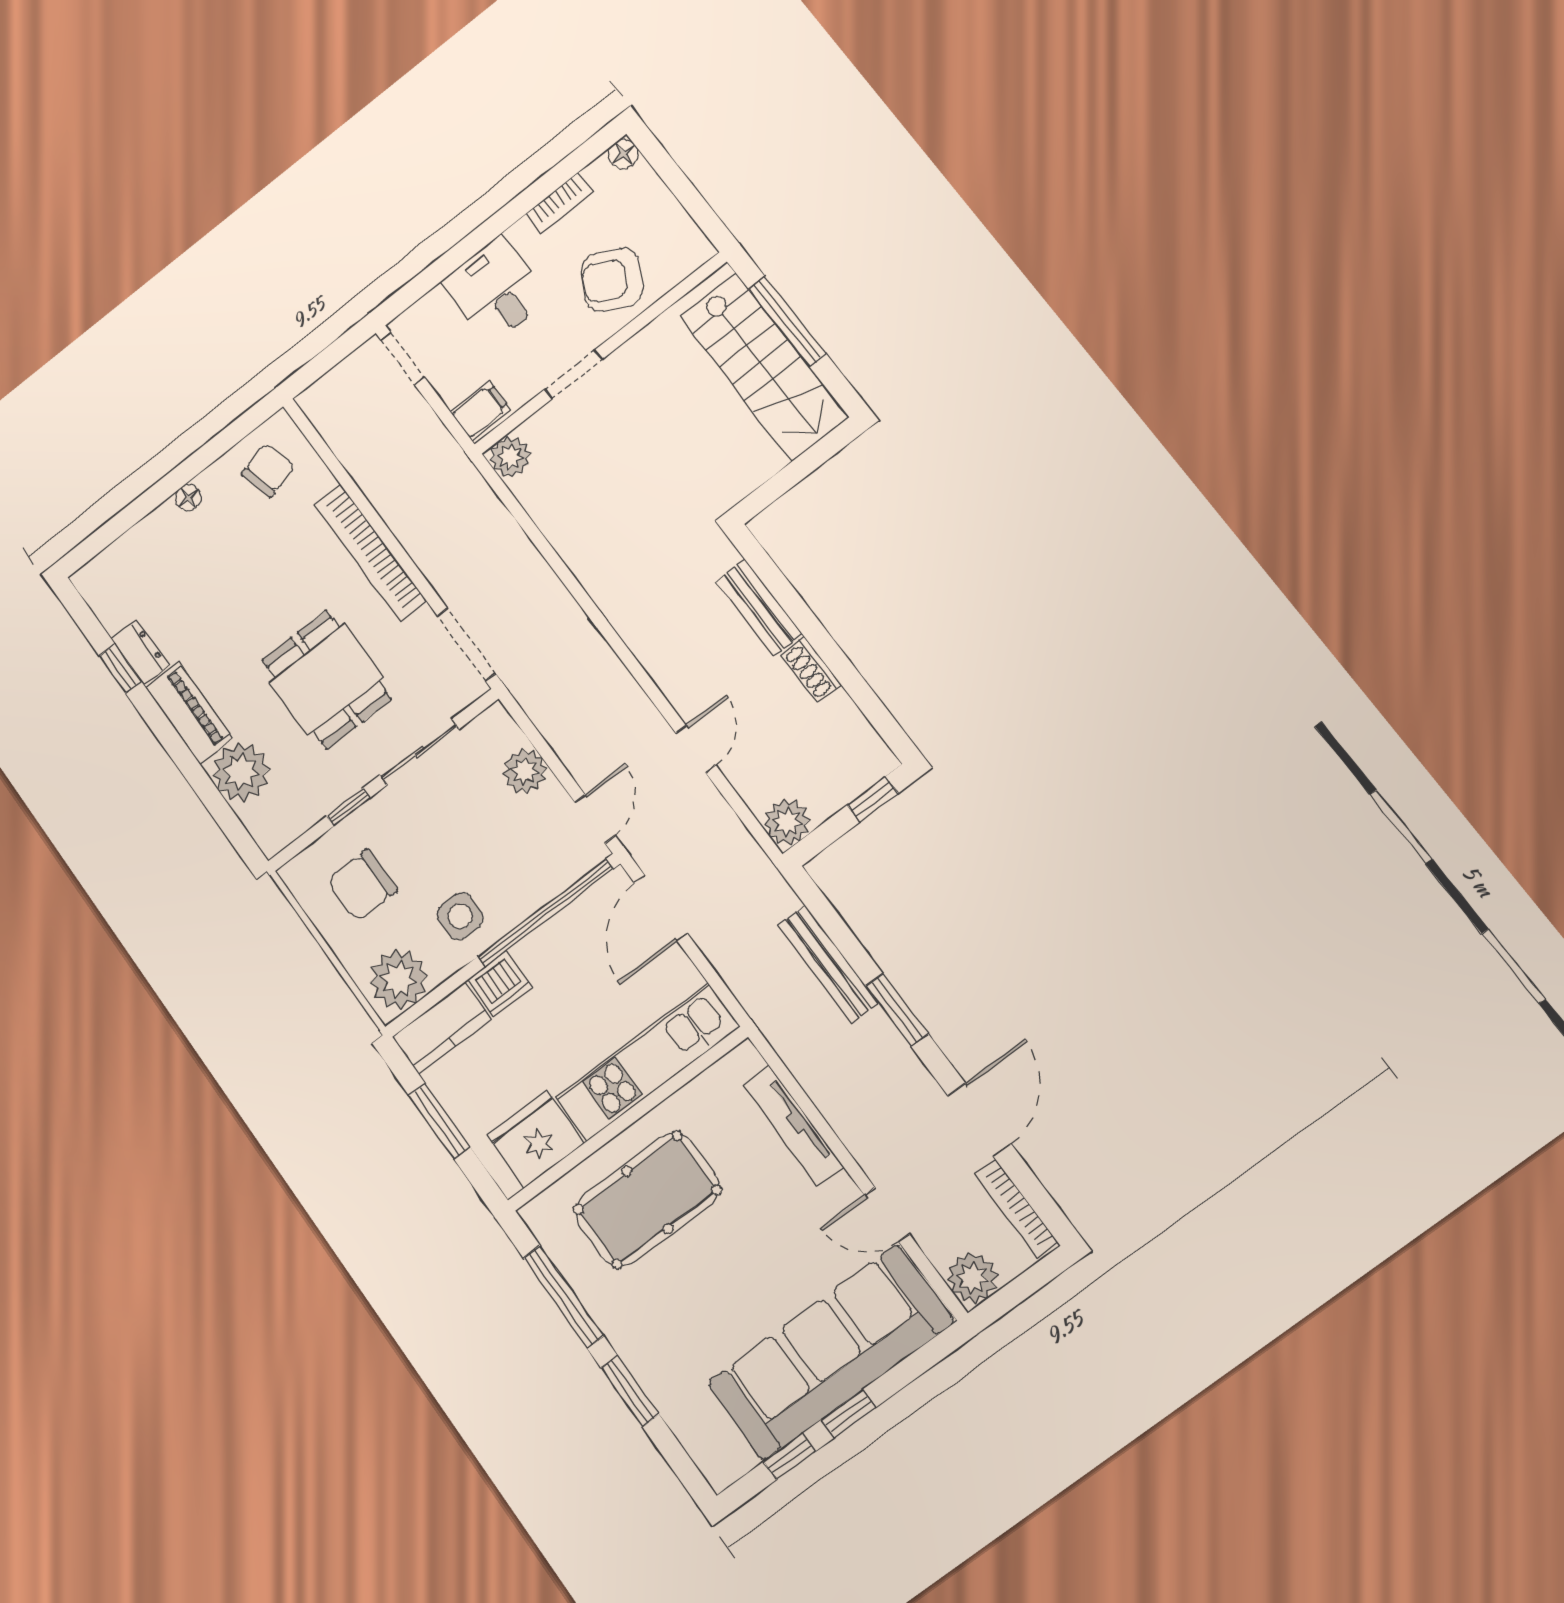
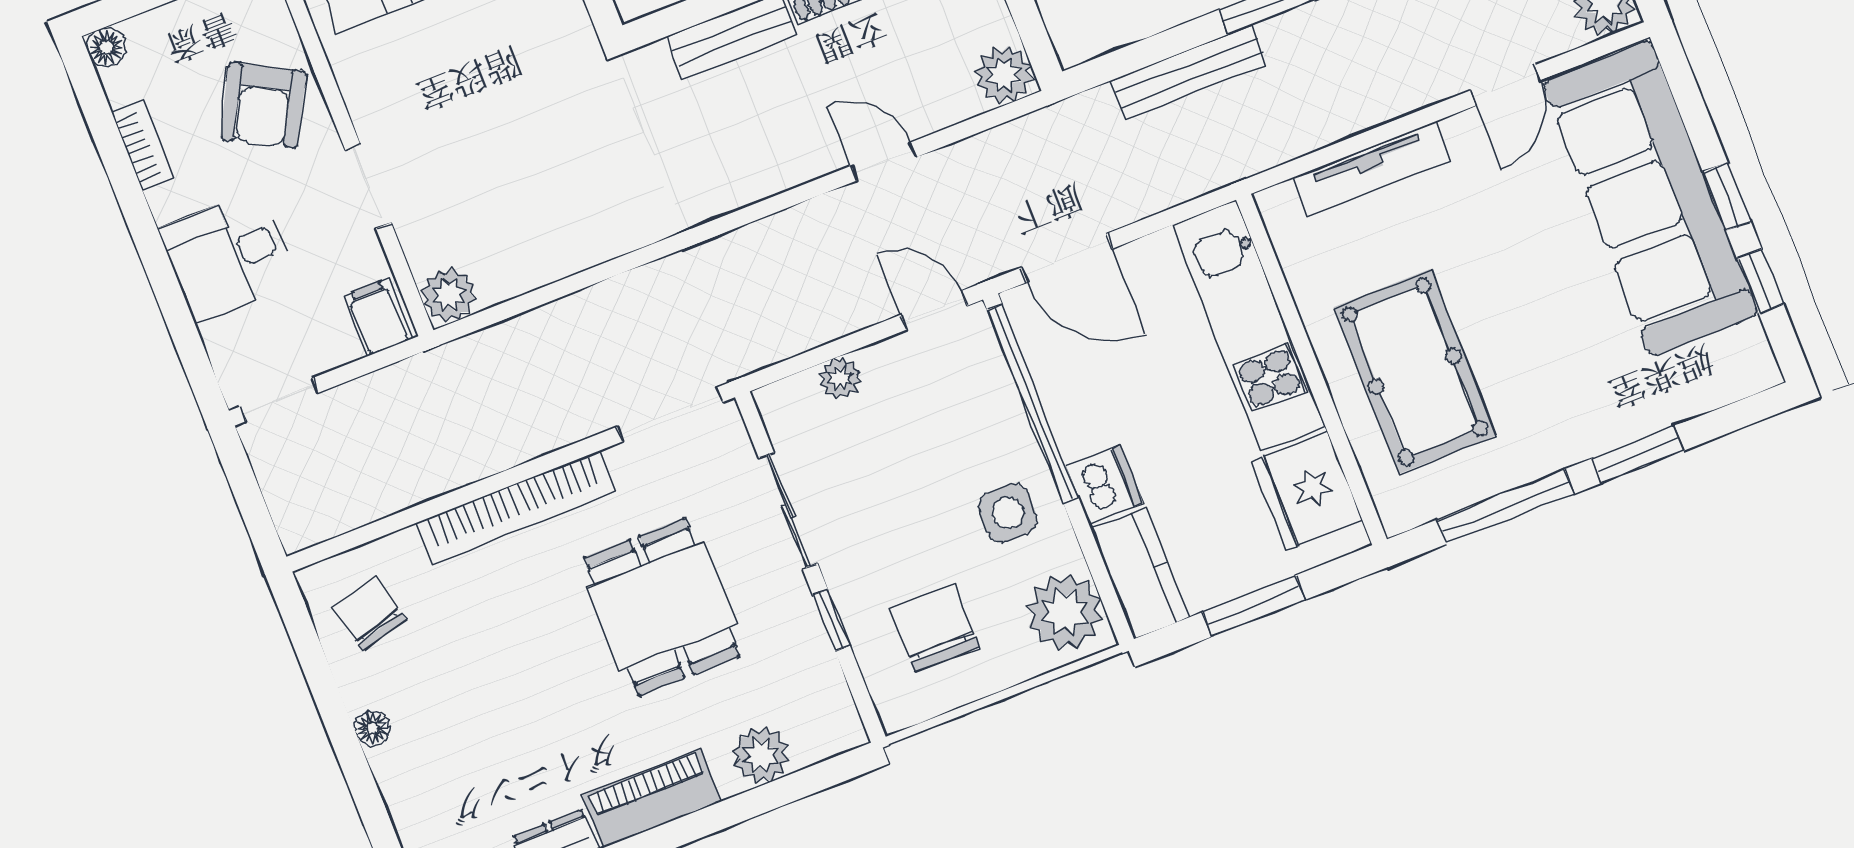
dining table: (326, 680) -> (662, 607), turned 90
plant: (525, 771) -> (840, 378), width x0.73, depth x0.73
plant: (241, 772) -> (761, 755), width x0.73, depth x0.73
chair: (362, 885) -> (934, 628), turned 180

